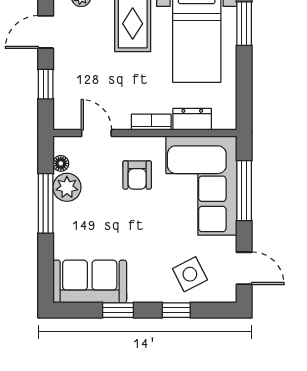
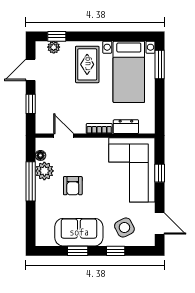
armchair: (137, 175) -> (73, 186), moved
window: (244, 191) -> (160, 173), width x0.46
sofa: (90, 281) -> (79, 232), moved

